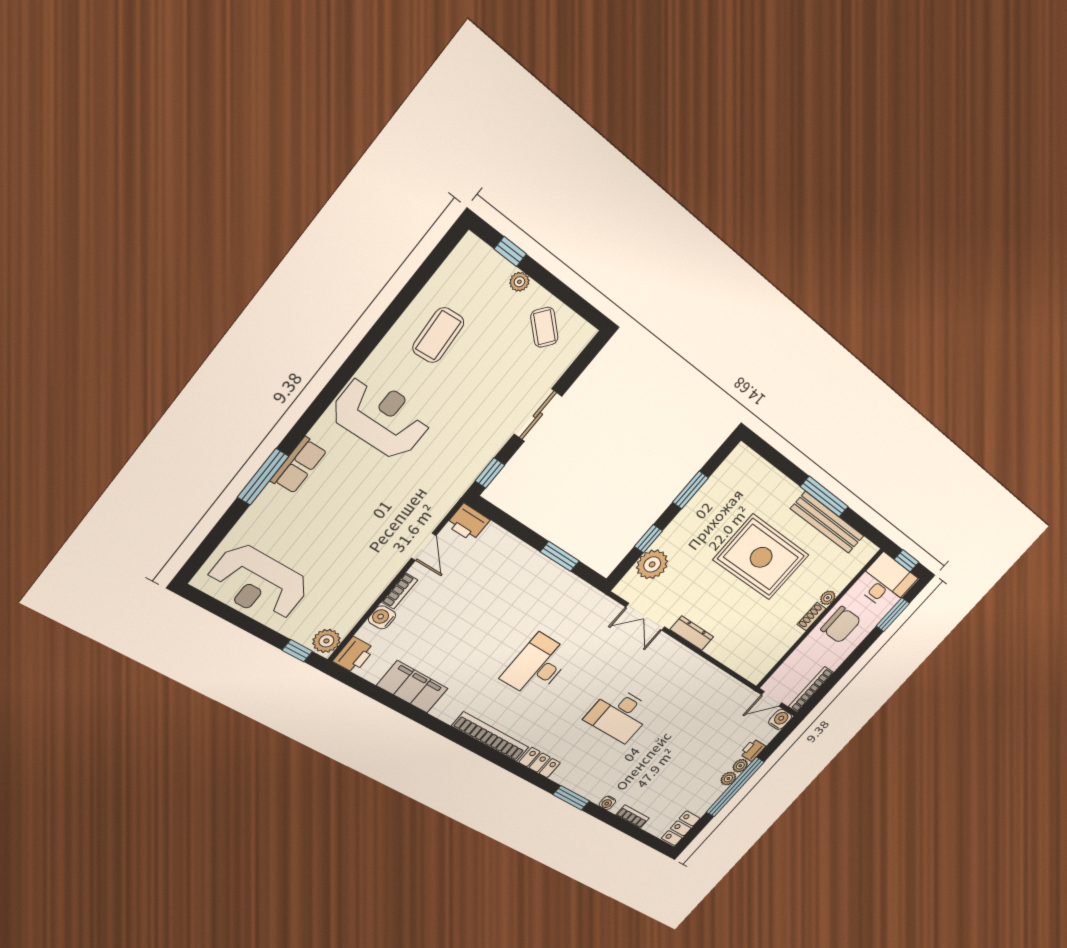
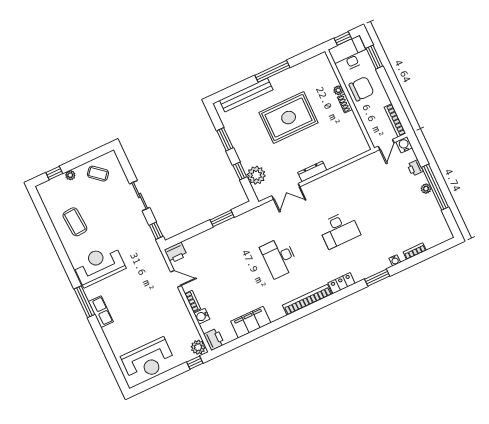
window: (263, 477) -> (84, 302), moved
bench: (827, 522) -> (246, 95), moved
plant: (740, 766) -> (422, 179), removed
locker: (681, 828) -> (443, 229), removed

